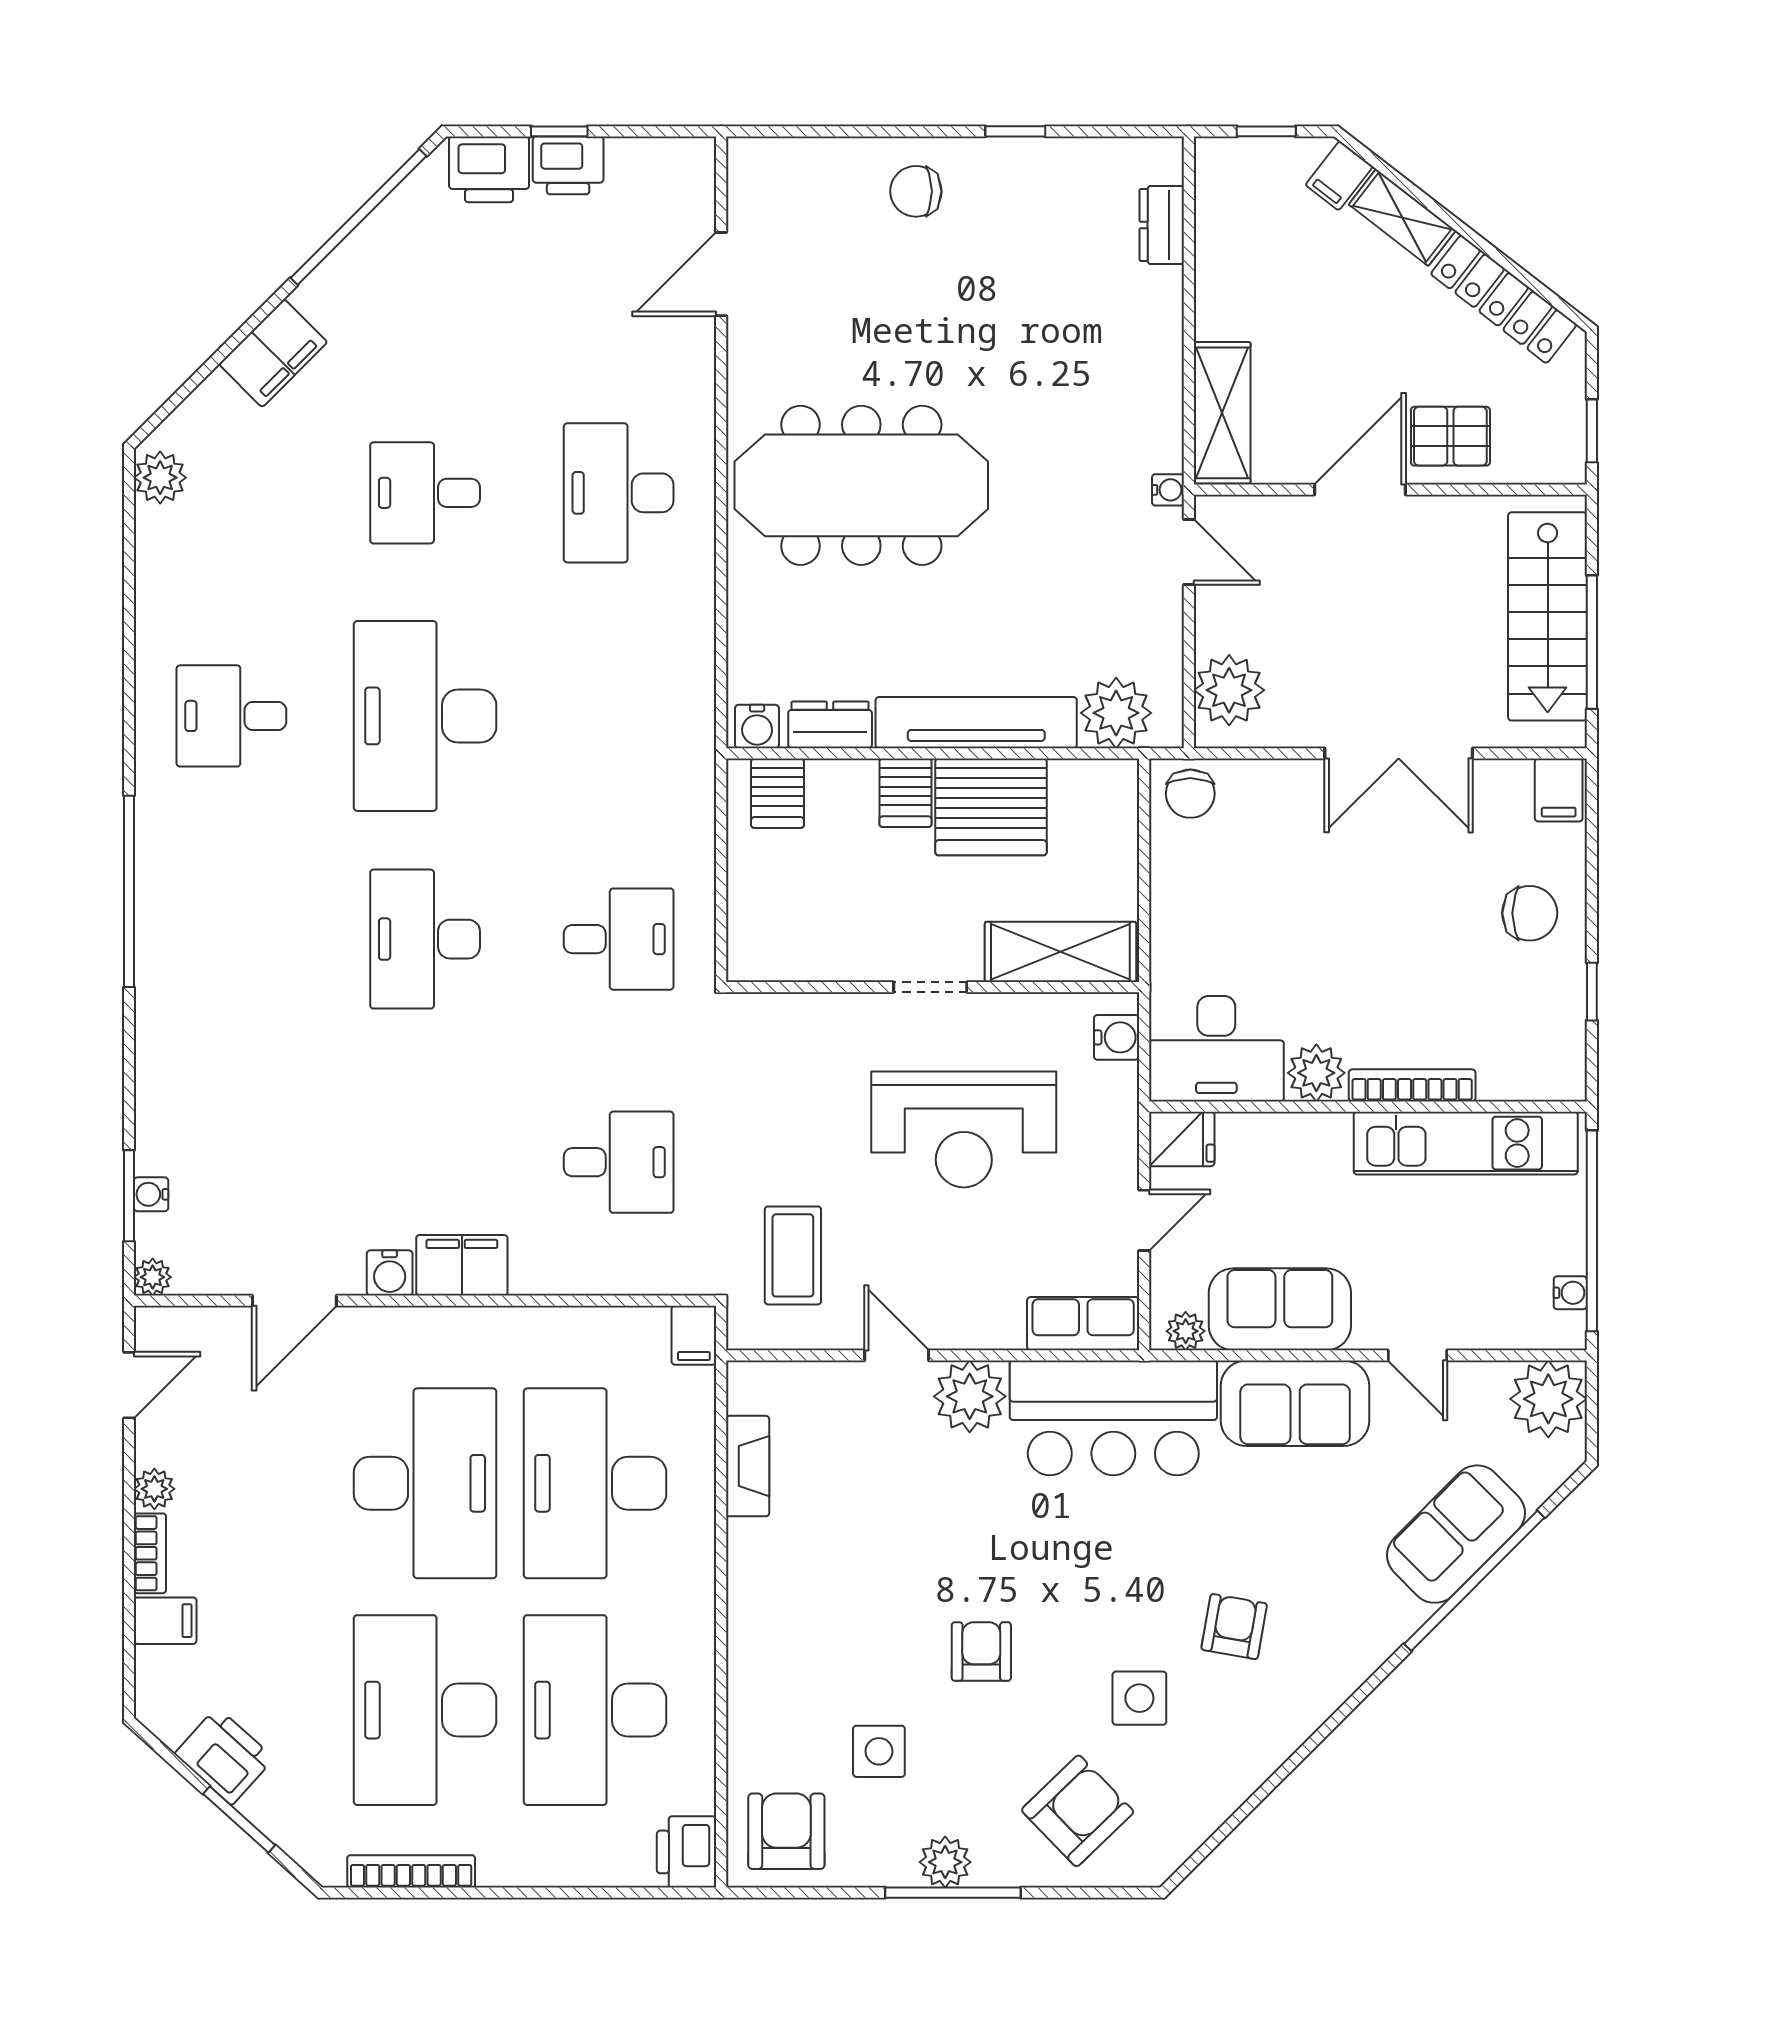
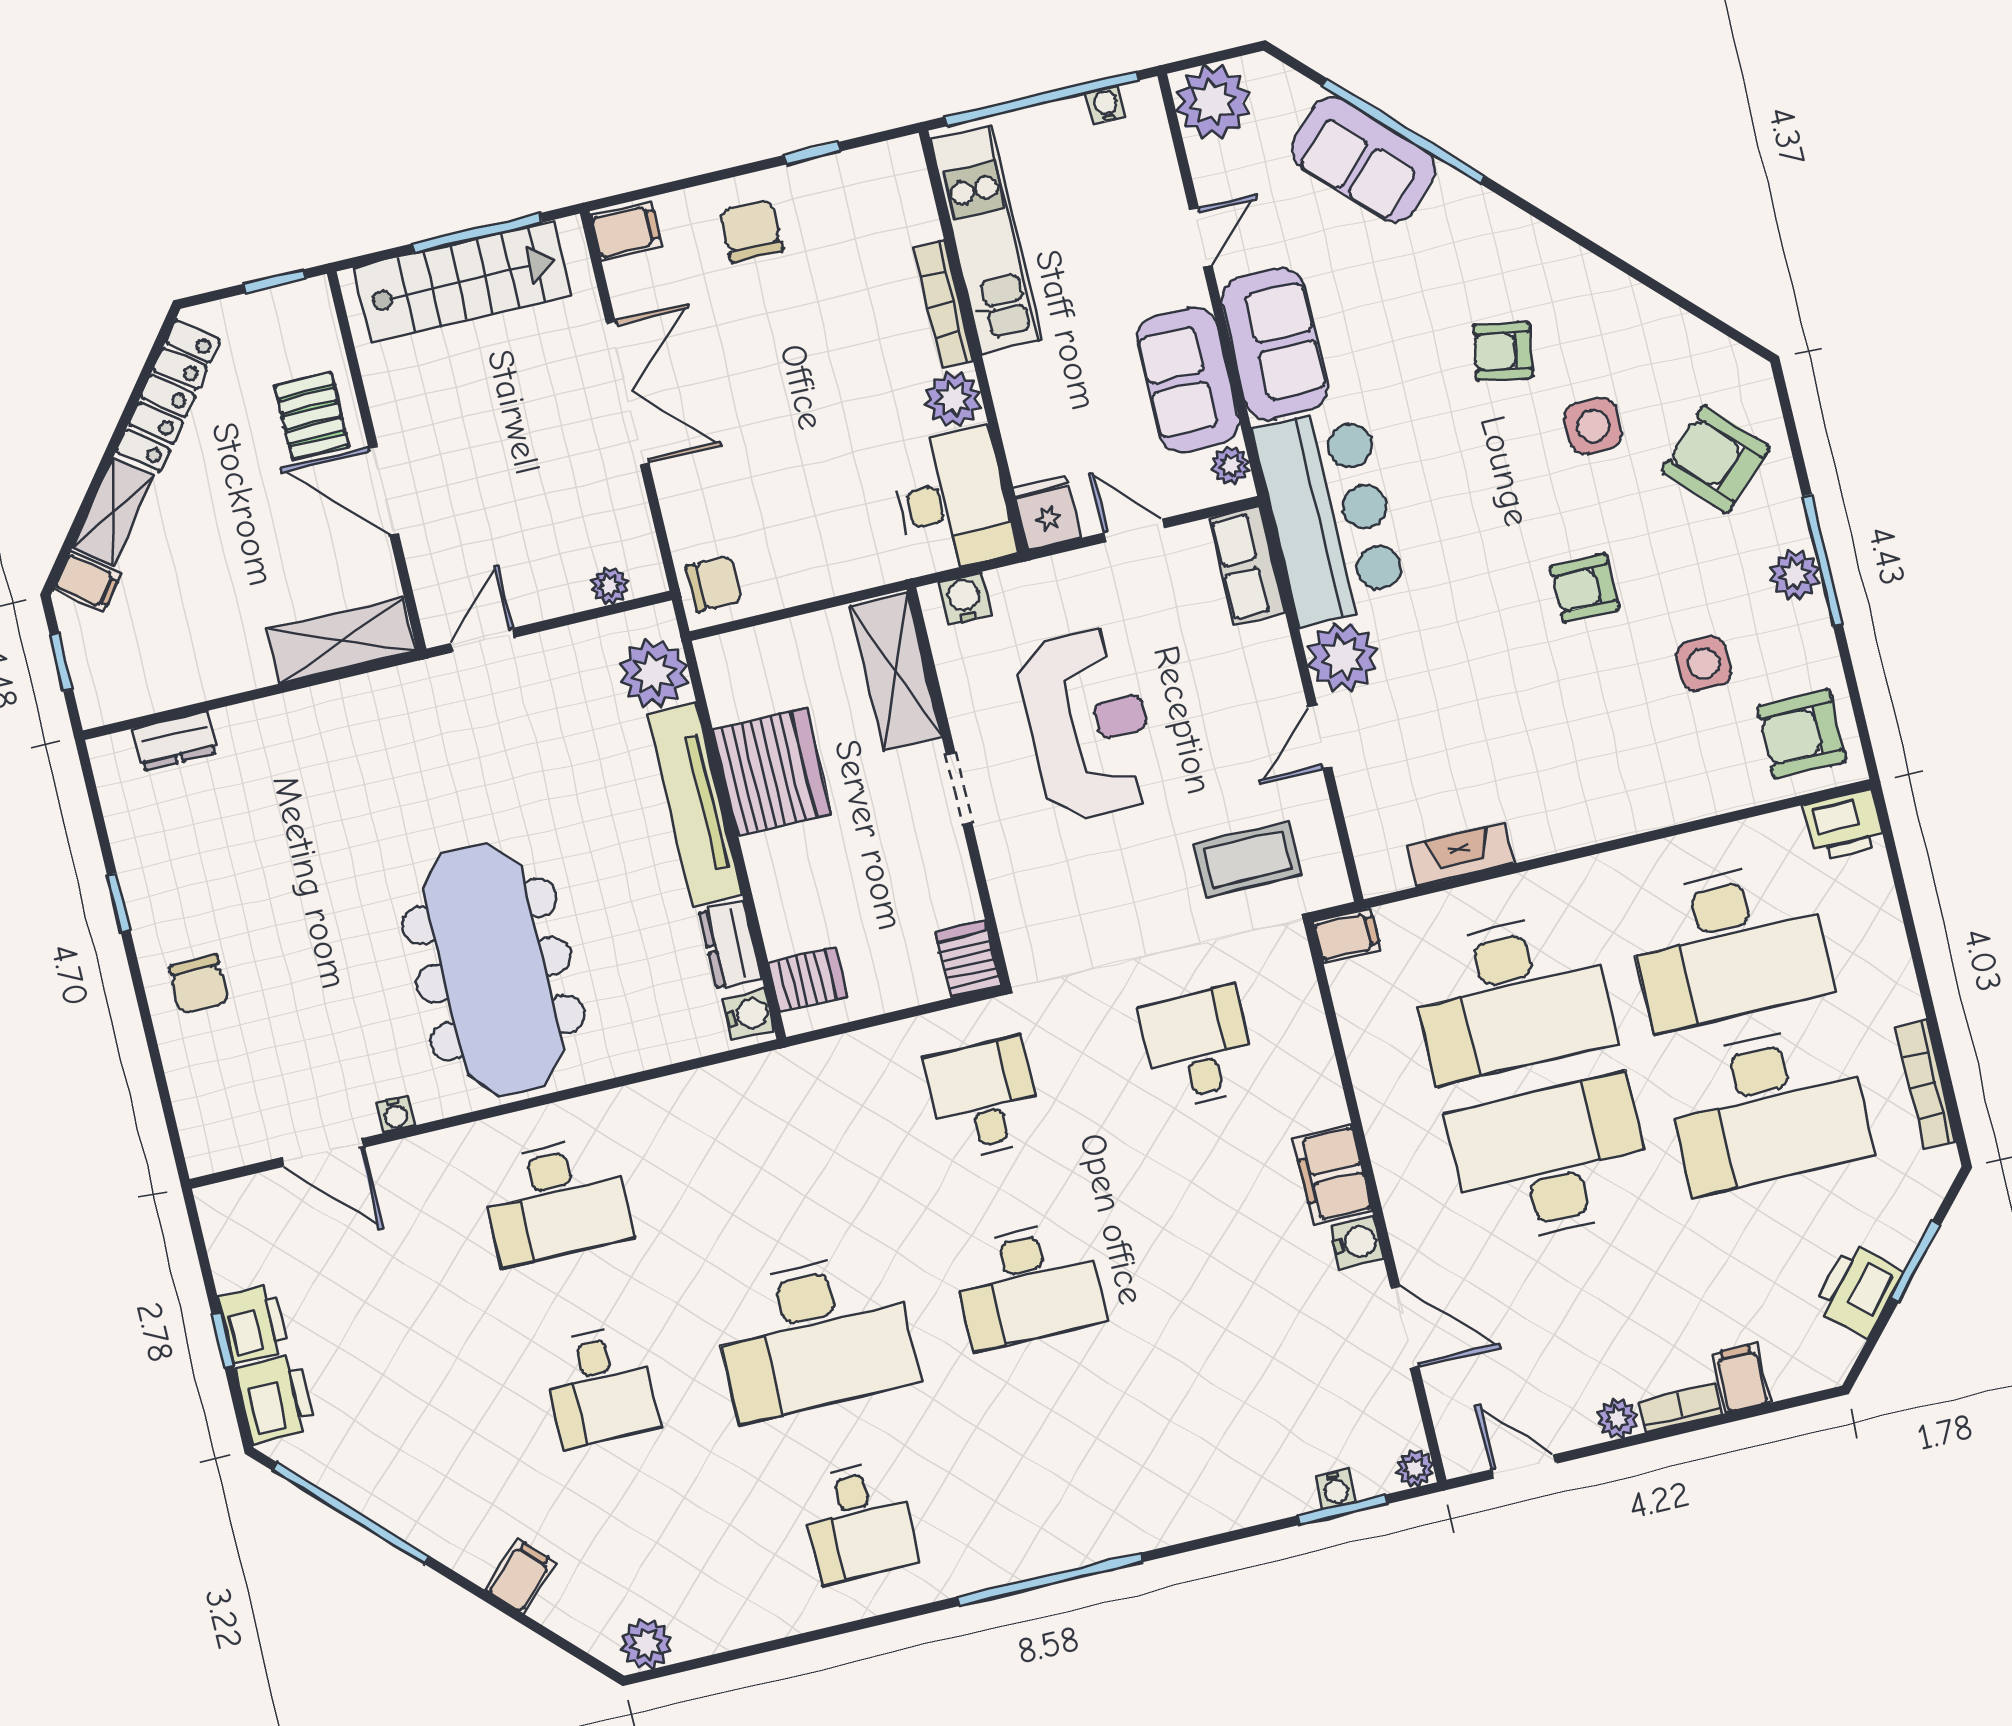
filing cabinet: (273, 353) -> (520, 1576), width x0.50
water cooler: (1168, 490) -> (395, 1114), moved, turned 180
plant: (1229, 690) -> (610, 586), width x0.53, depth x0.53
server rack: (906, 793) -> (968, 959), moved, turned -90

